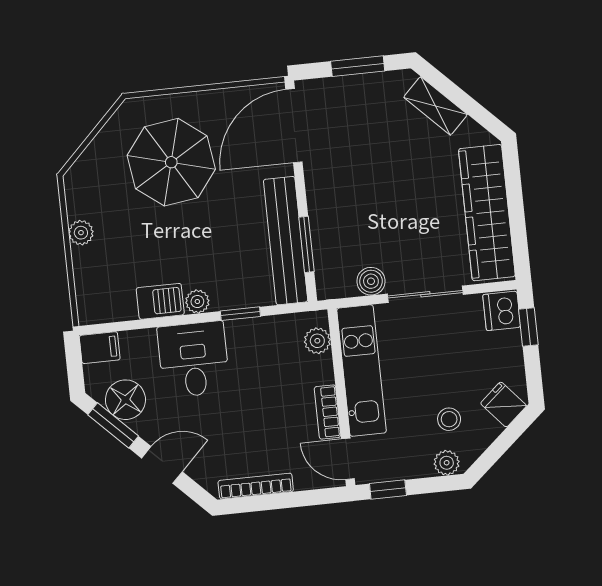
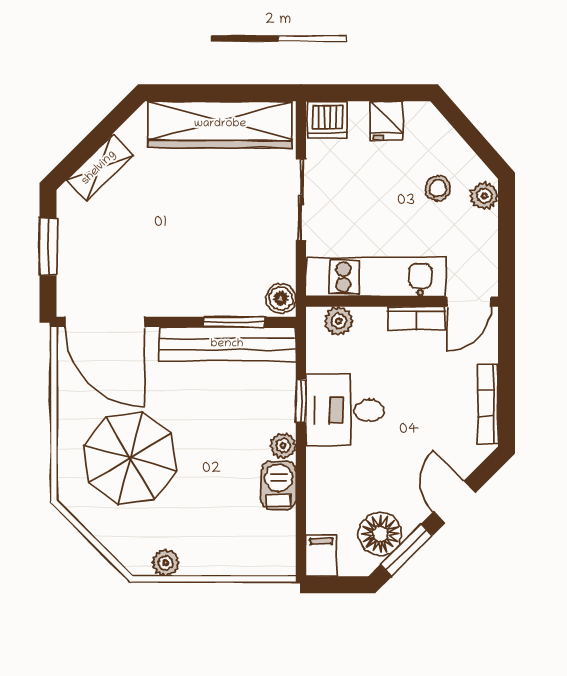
plant: (81, 233) -> (166, 563), moved
boiler: (371, 281) -> (281, 299), moved
window: (528, 327) -> (348, 93), removed
desk: (194, 359) -> (345, 410), moved
fridge: (503, 404) -> (387, 121), moved, turned -49
window: (388, 490) -> (506, 262), removed

